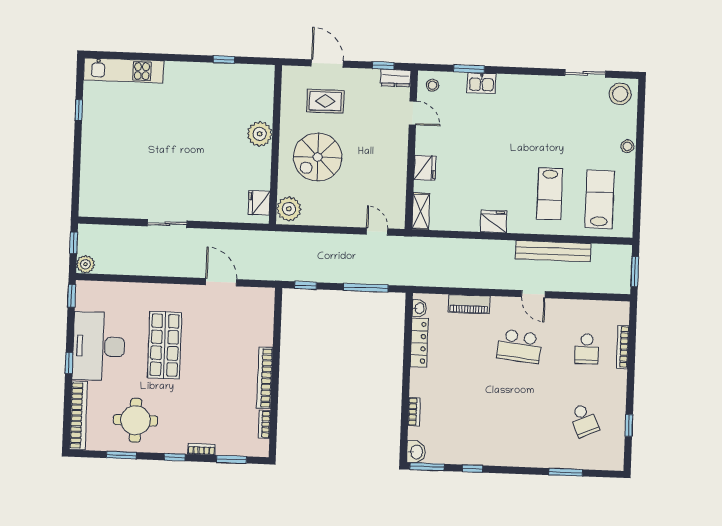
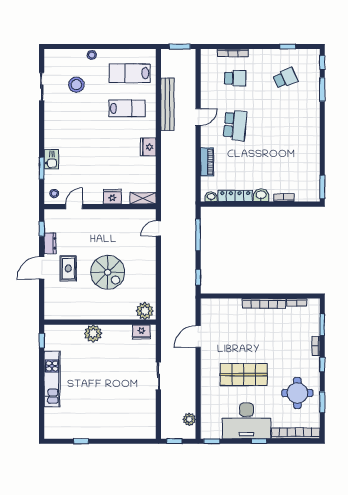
kitchen unit: (124, 70) -> (52, 379), moved
dresser: (396, 78) -> (50, 243), moved
stool: (620, 94) -> (76, 85), moved
plant: (260, 134) -> (93, 333), moved
wall: (275, 145) -> (100, 322), moved
fridge: (259, 203) -> (141, 332), moved
plant: (289, 209) -> (145, 311), moved
plant: (85, 264) -> (189, 419), moved
washbasin: (416, 452) -> (261, 195), moved
window: (472, 469) -> (322, 62), moved

